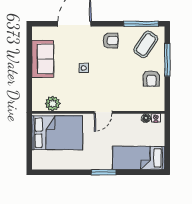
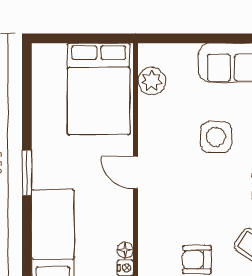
side table: (84, 68) -> (216, 137), width x1.87, depth x1.87

